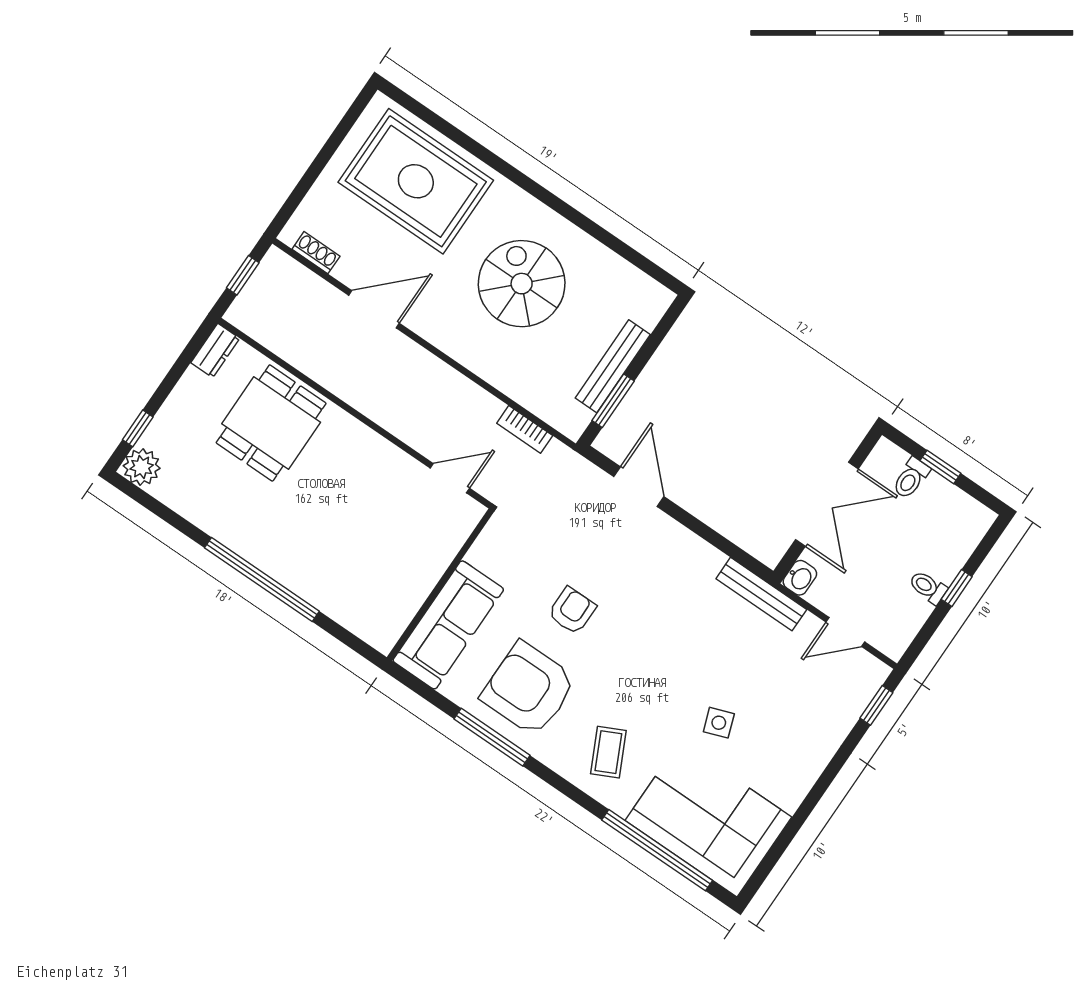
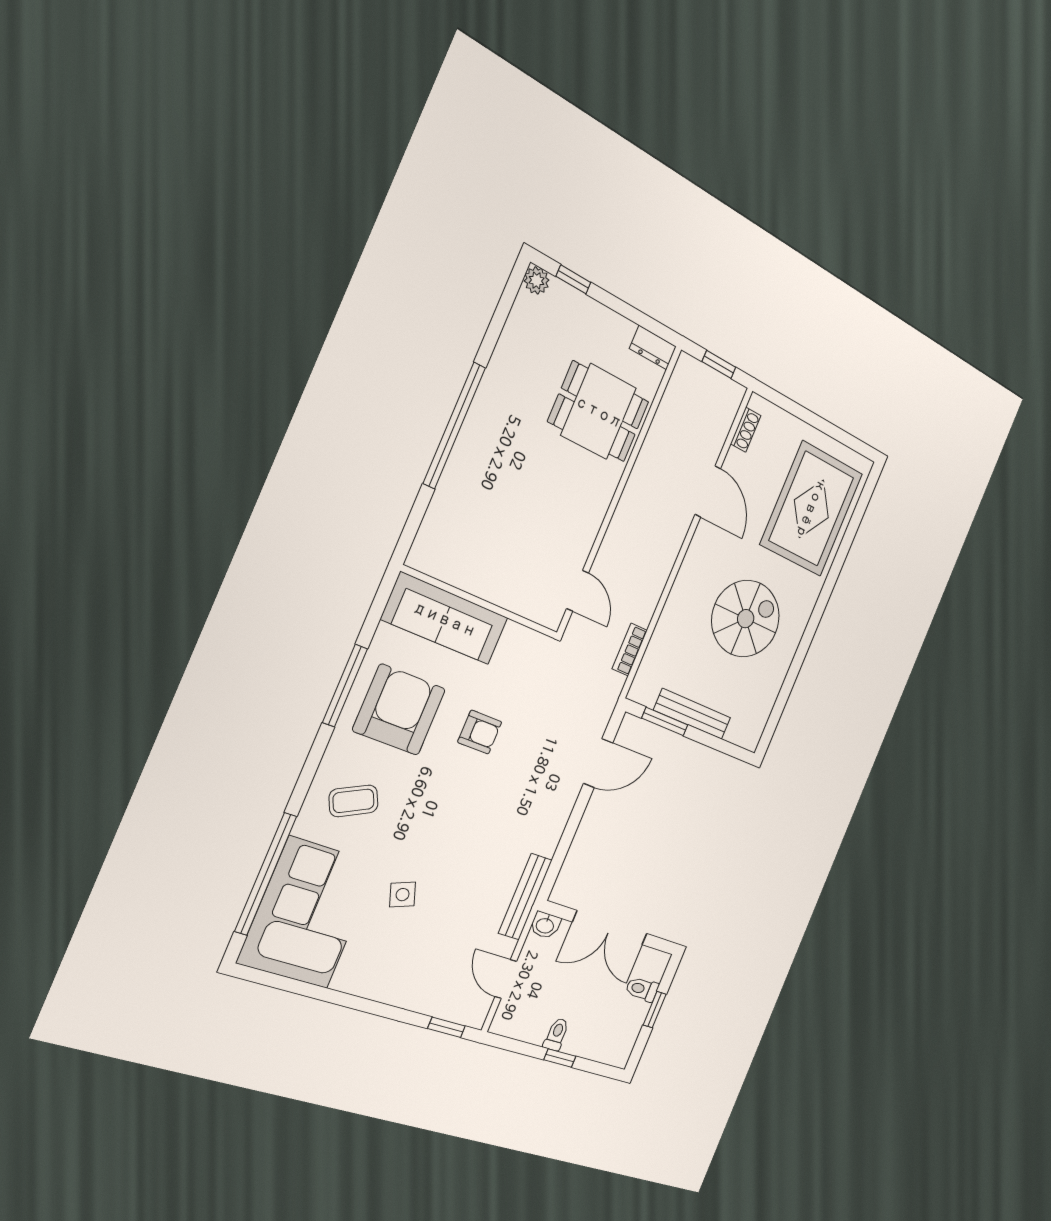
plant: (142, 467) -> (537, 281), width x0.73, depth x0.73

